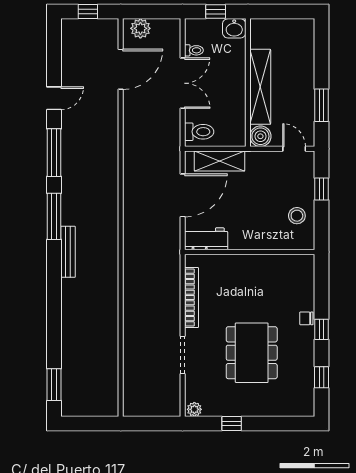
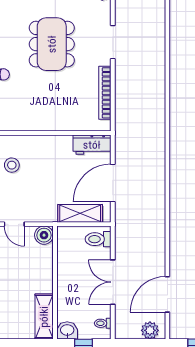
toilet: (194, 50) -> (103, 323), moved
shelving: (260, 87) -> (44, 317), moved, width x0.68

